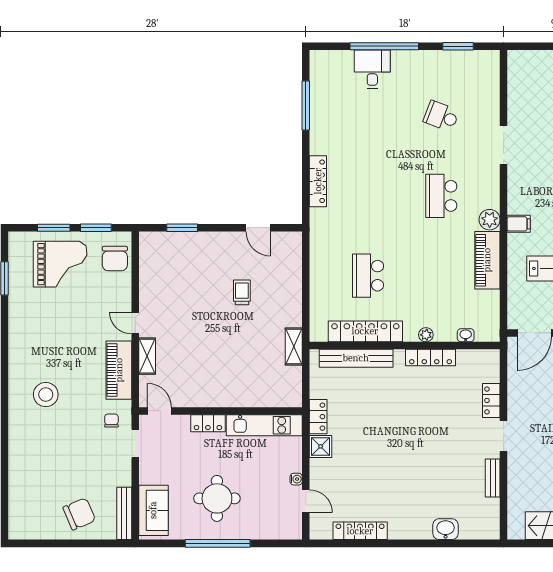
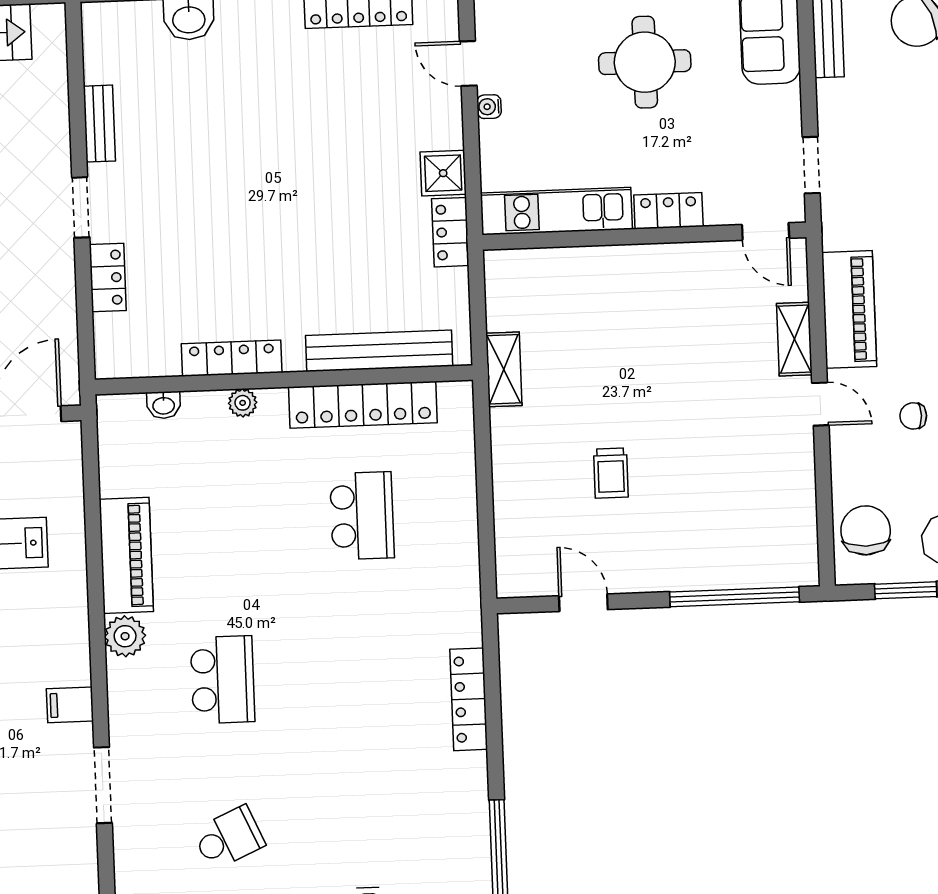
school desk: (441, 116) -> (229, 838), turned -45
filing cabinet: (519, 224) -> (70, 705), moved
window: (182, 228) -> (735, 597), width x2.11
chair: (111, 421) -> (913, 416), moved, turned 90

